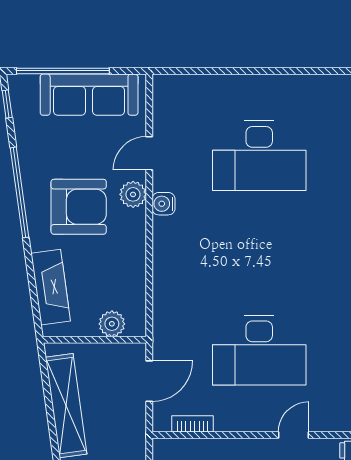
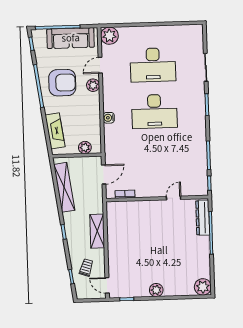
plant: (170, 92) -> (109, 36), added
water cooler: (164, 204) -> (109, 118), moved
armchair: (79, 207) -> (62, 83), moved
desk: (259, 350) -> (154, 111), moved

